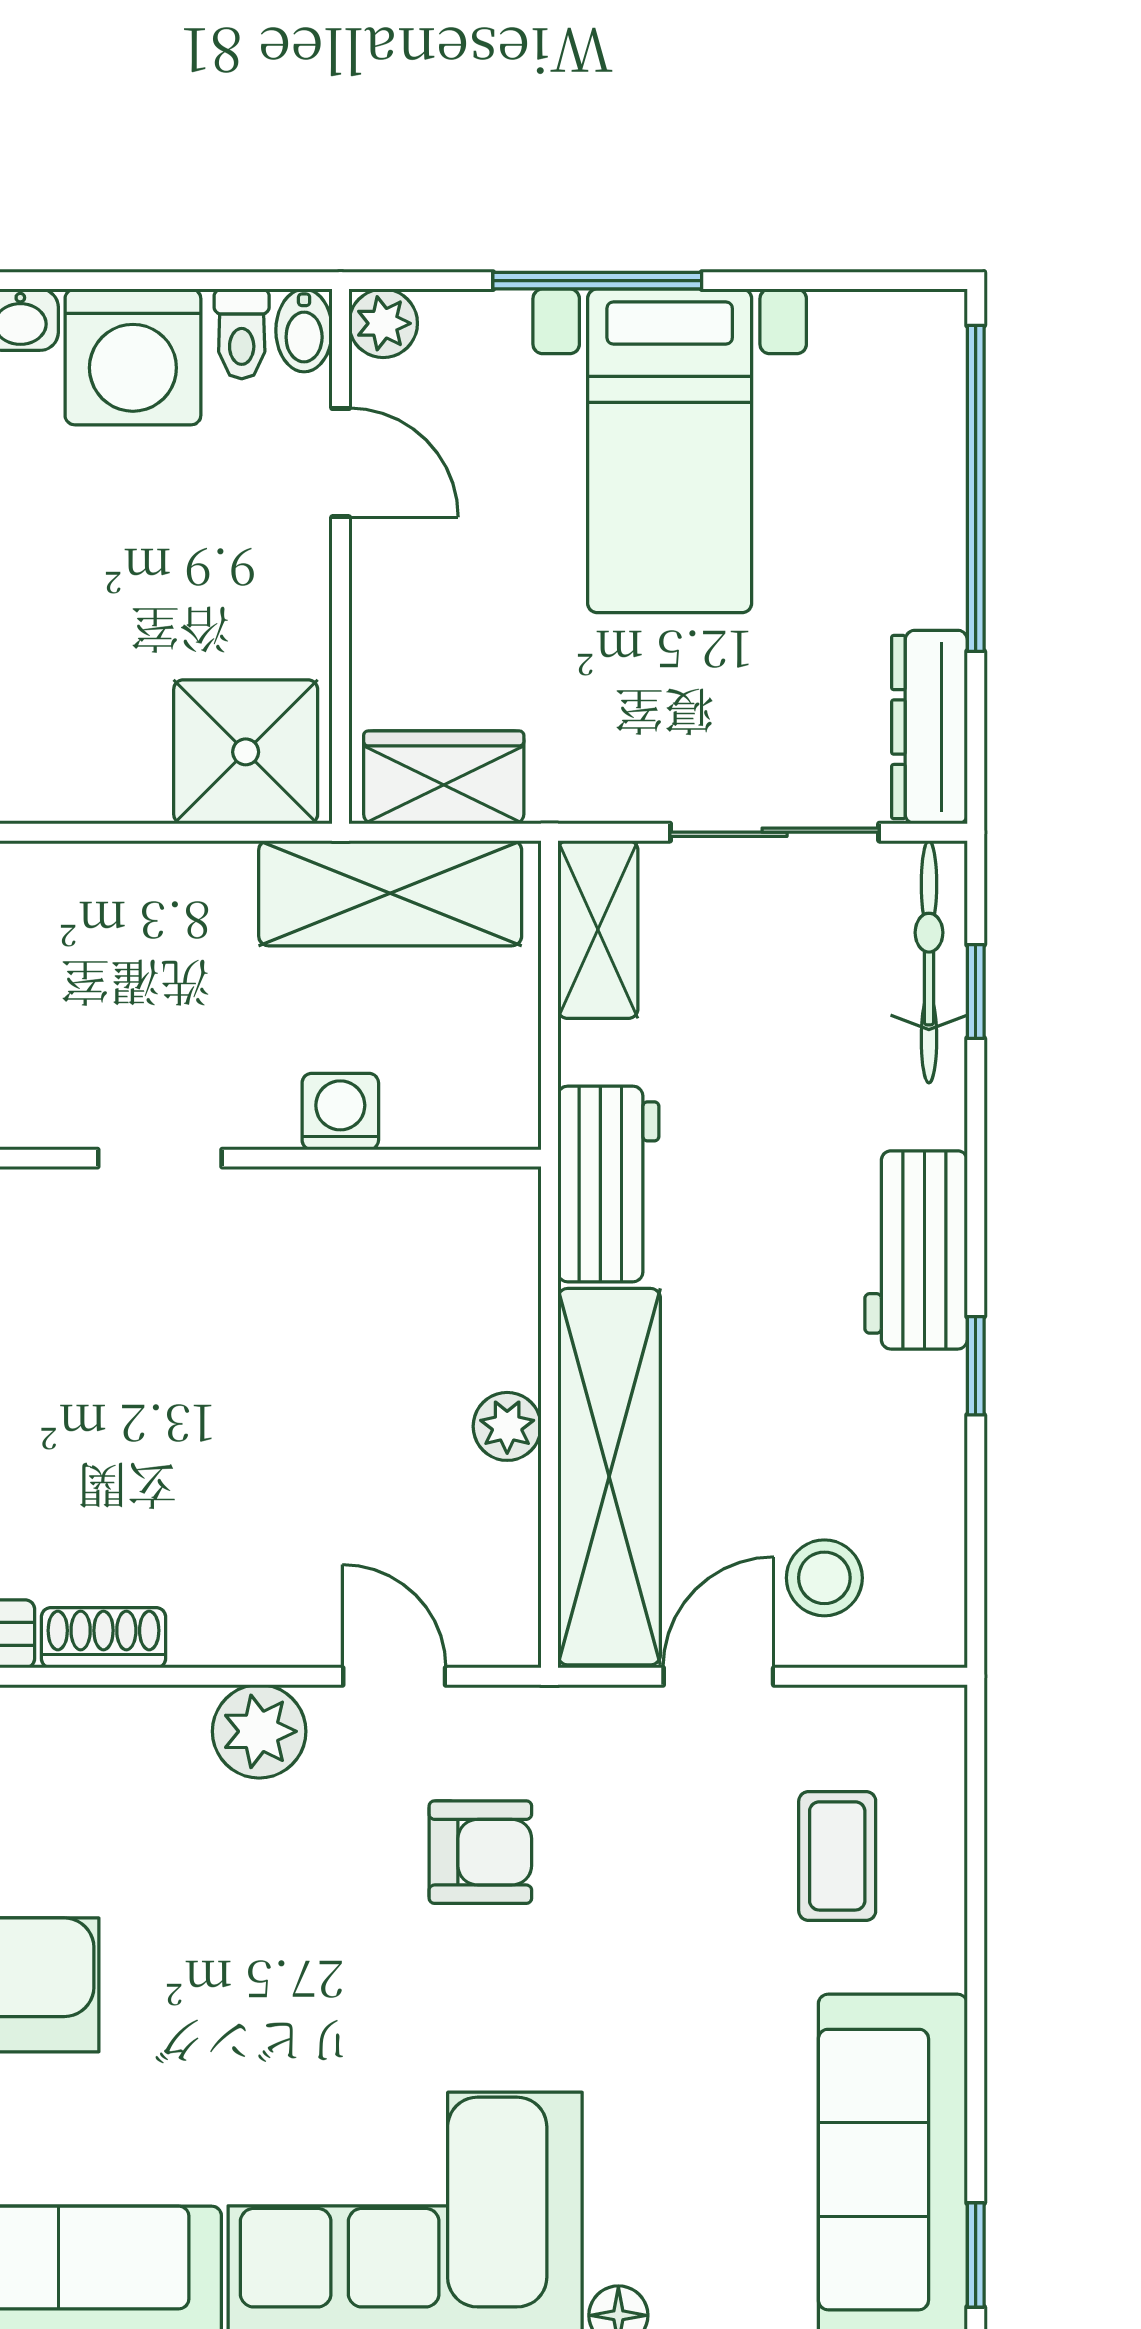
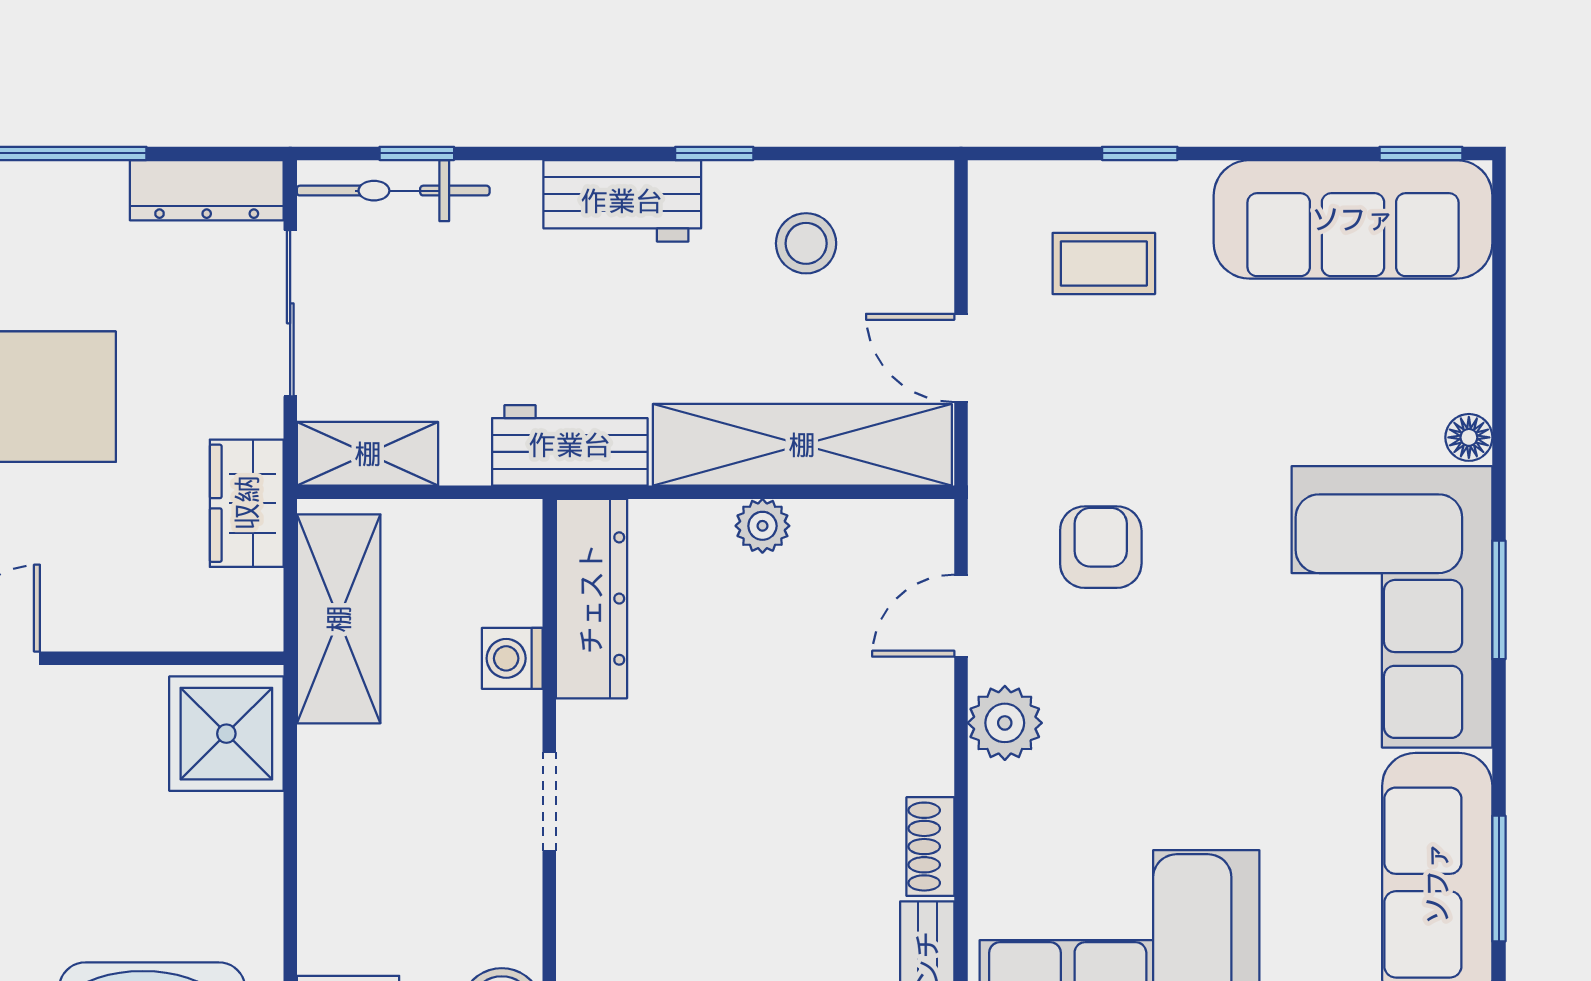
wardrobe: (444, 777) -> (247, 503), moved
dresser: (416, 1211) -> (591, 599), added
stool: (824, 1578) -> (806, 243), moved
window: (976, 1901) -> (1140, 153), added

